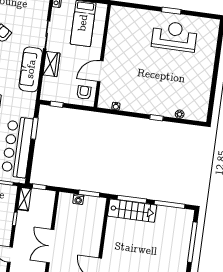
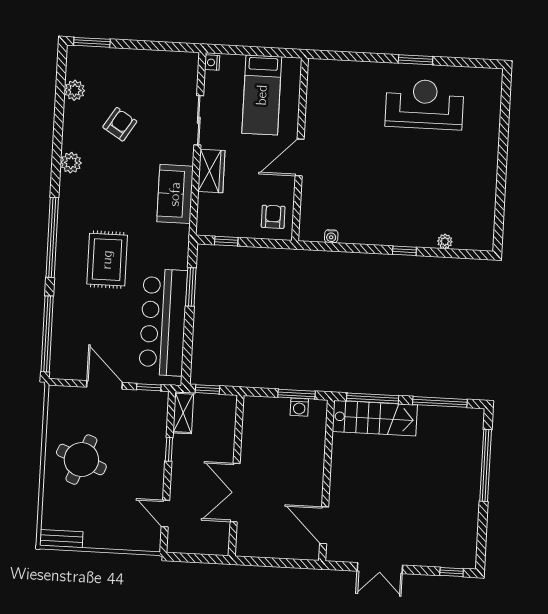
sofa: (31, 69) -> (175, 194), width x0.73
door: (100, 71) -> (300, 158), moved
washing machine: (78, 199) -> (299, 407), moved

